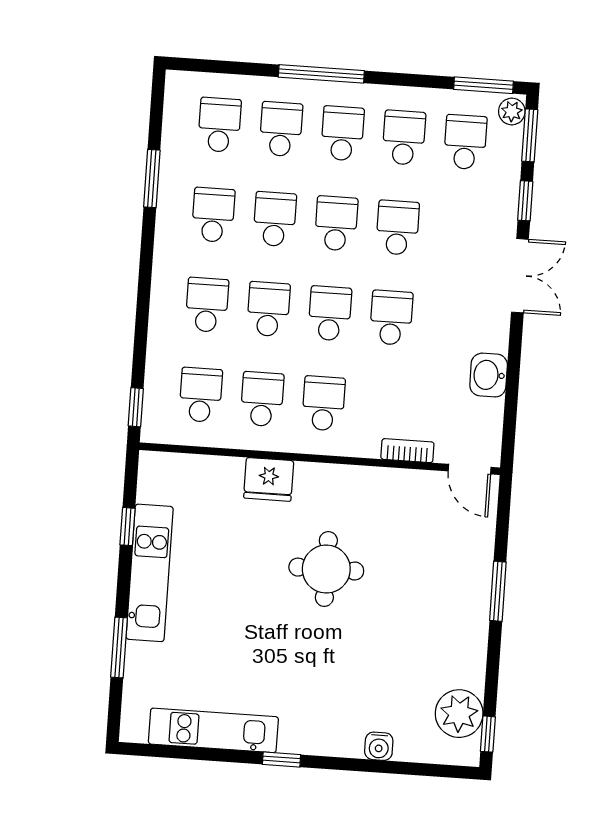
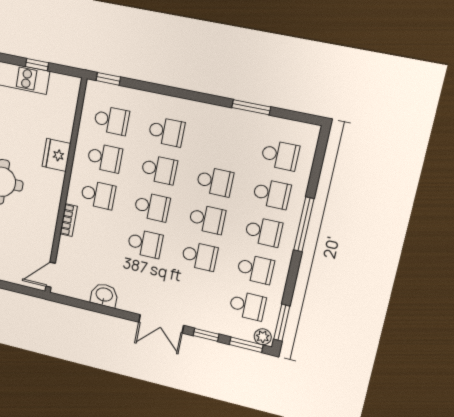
school desk: (213, 215) -> (223, 143), removed
bookcase: (407, 451) -> (69, 220), moved

